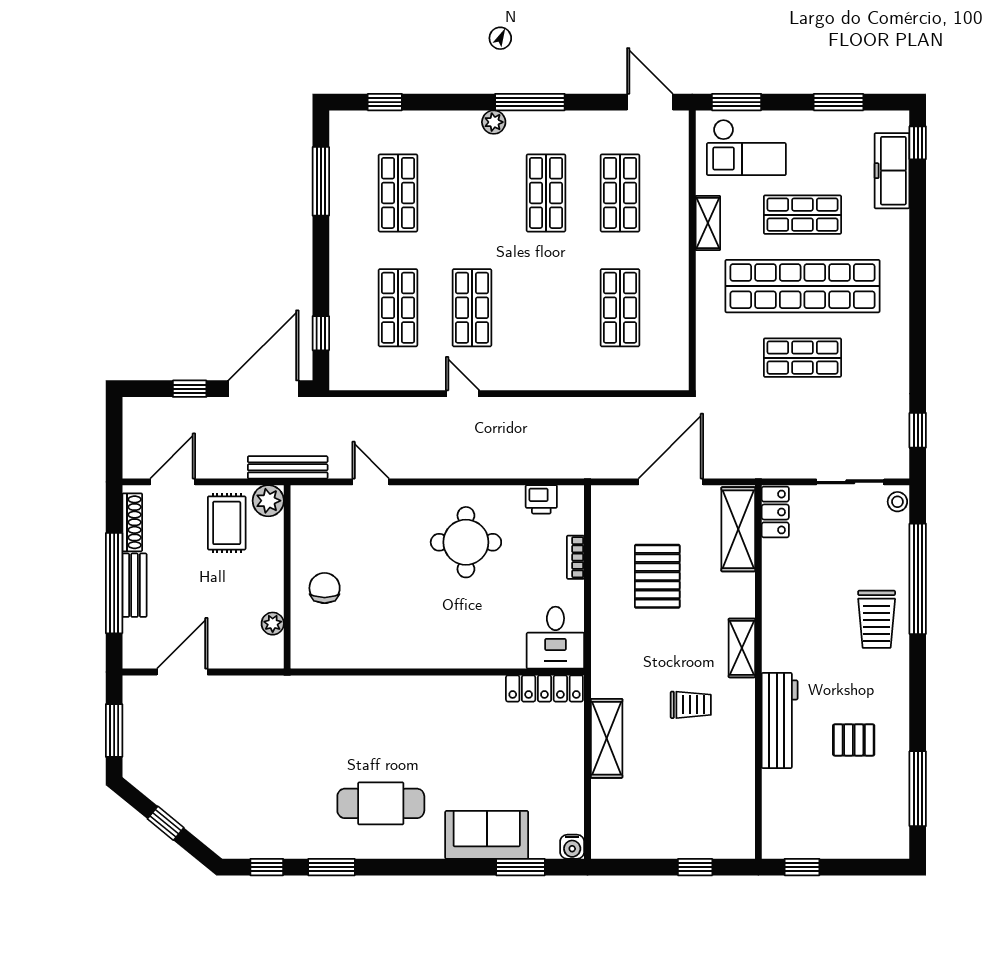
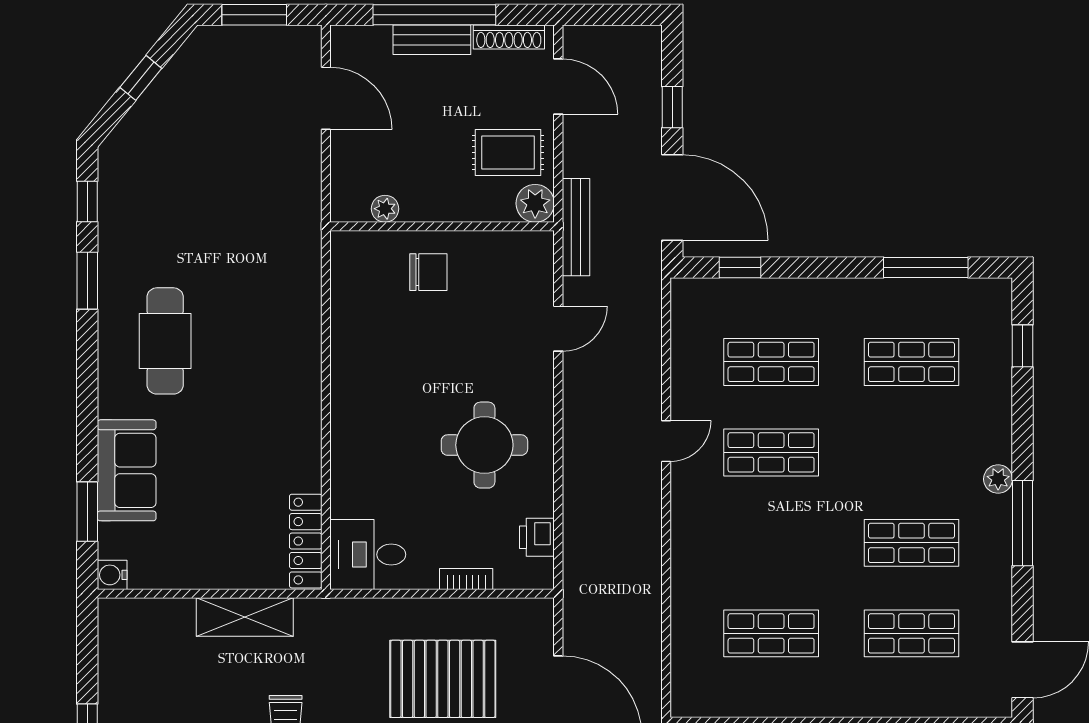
pallet: (657, 576) -> (443, 679), width x1.37, depth x1.41

